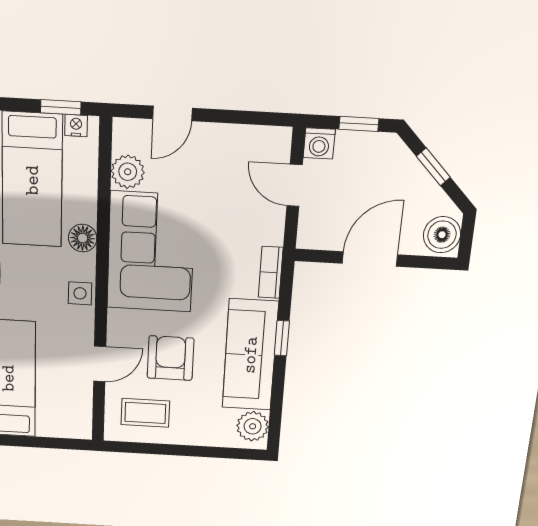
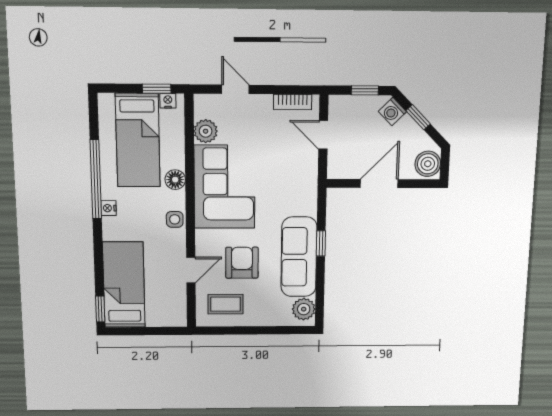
door: (172, 113) -> (235, 89), swing flipped
washing machine: (319, 143) -> (392, 112), moved, turned 45
bookcase: (271, 272) -> (293, 102), moved, turned -90

